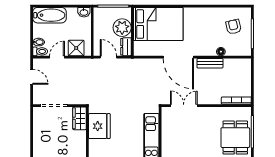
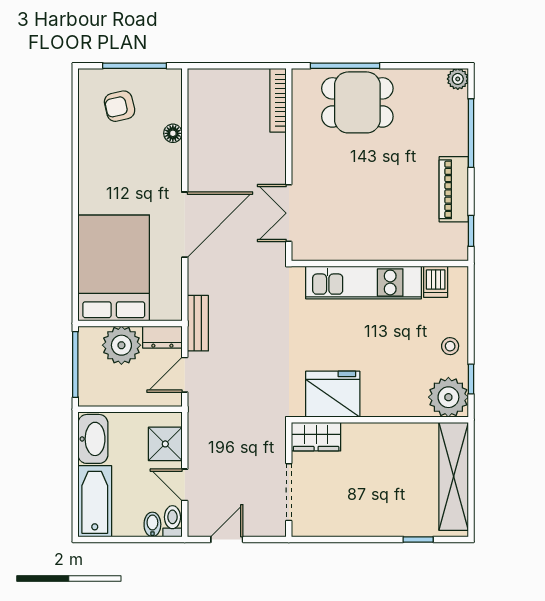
washbasin: (84, 12) -> (93, 439), width x1.91, depth x1.45
bench: (210, 63) -> (198, 323), moved

